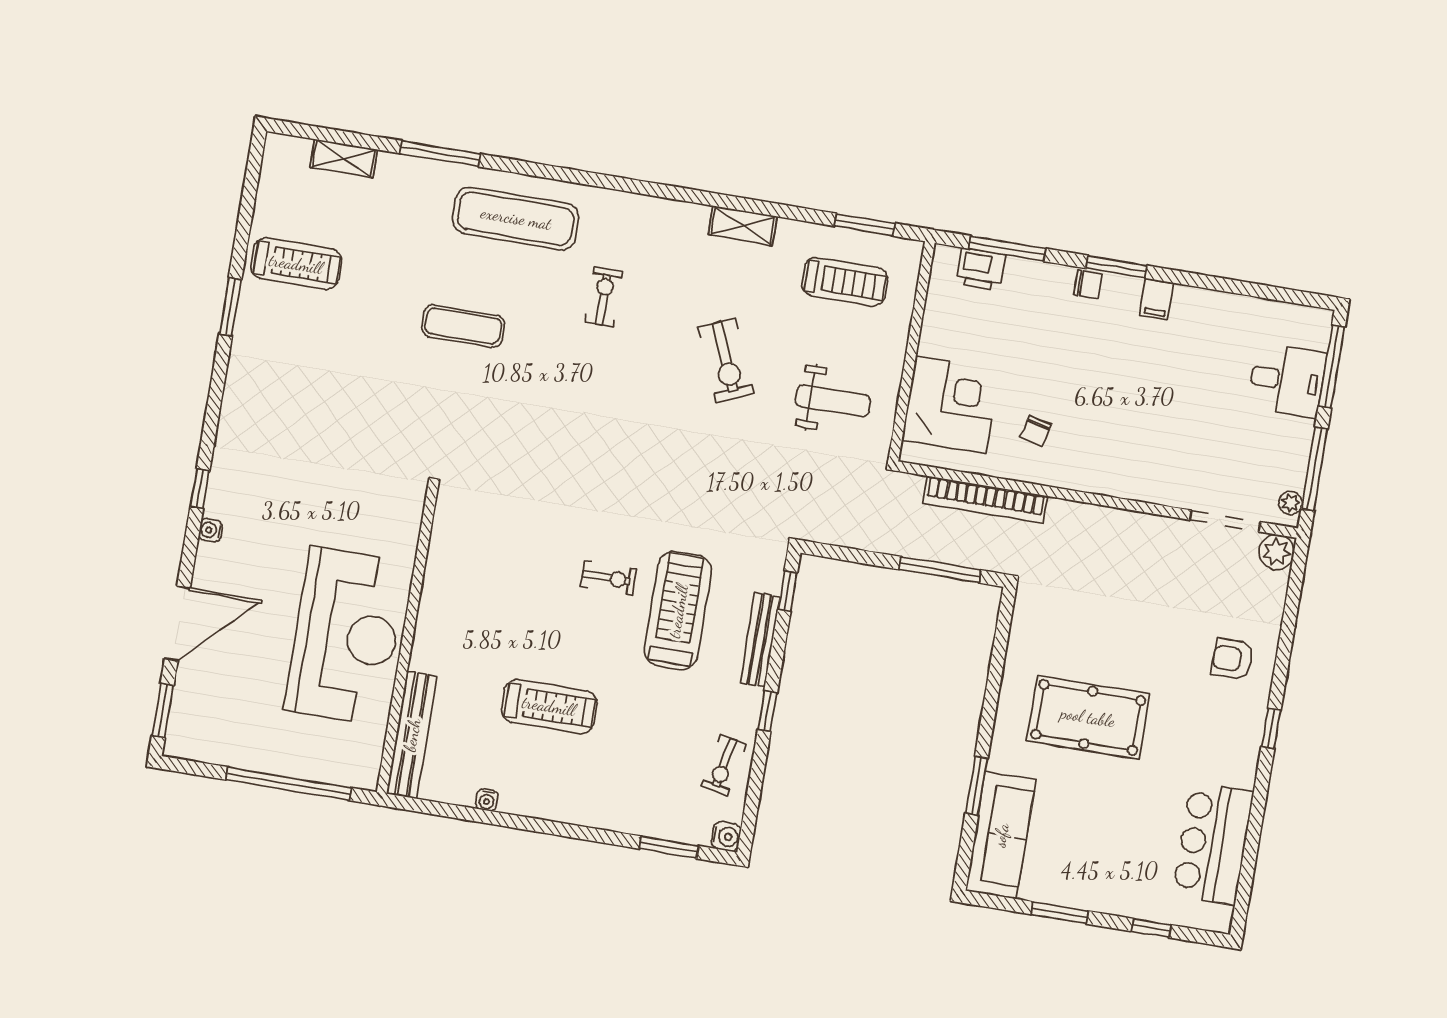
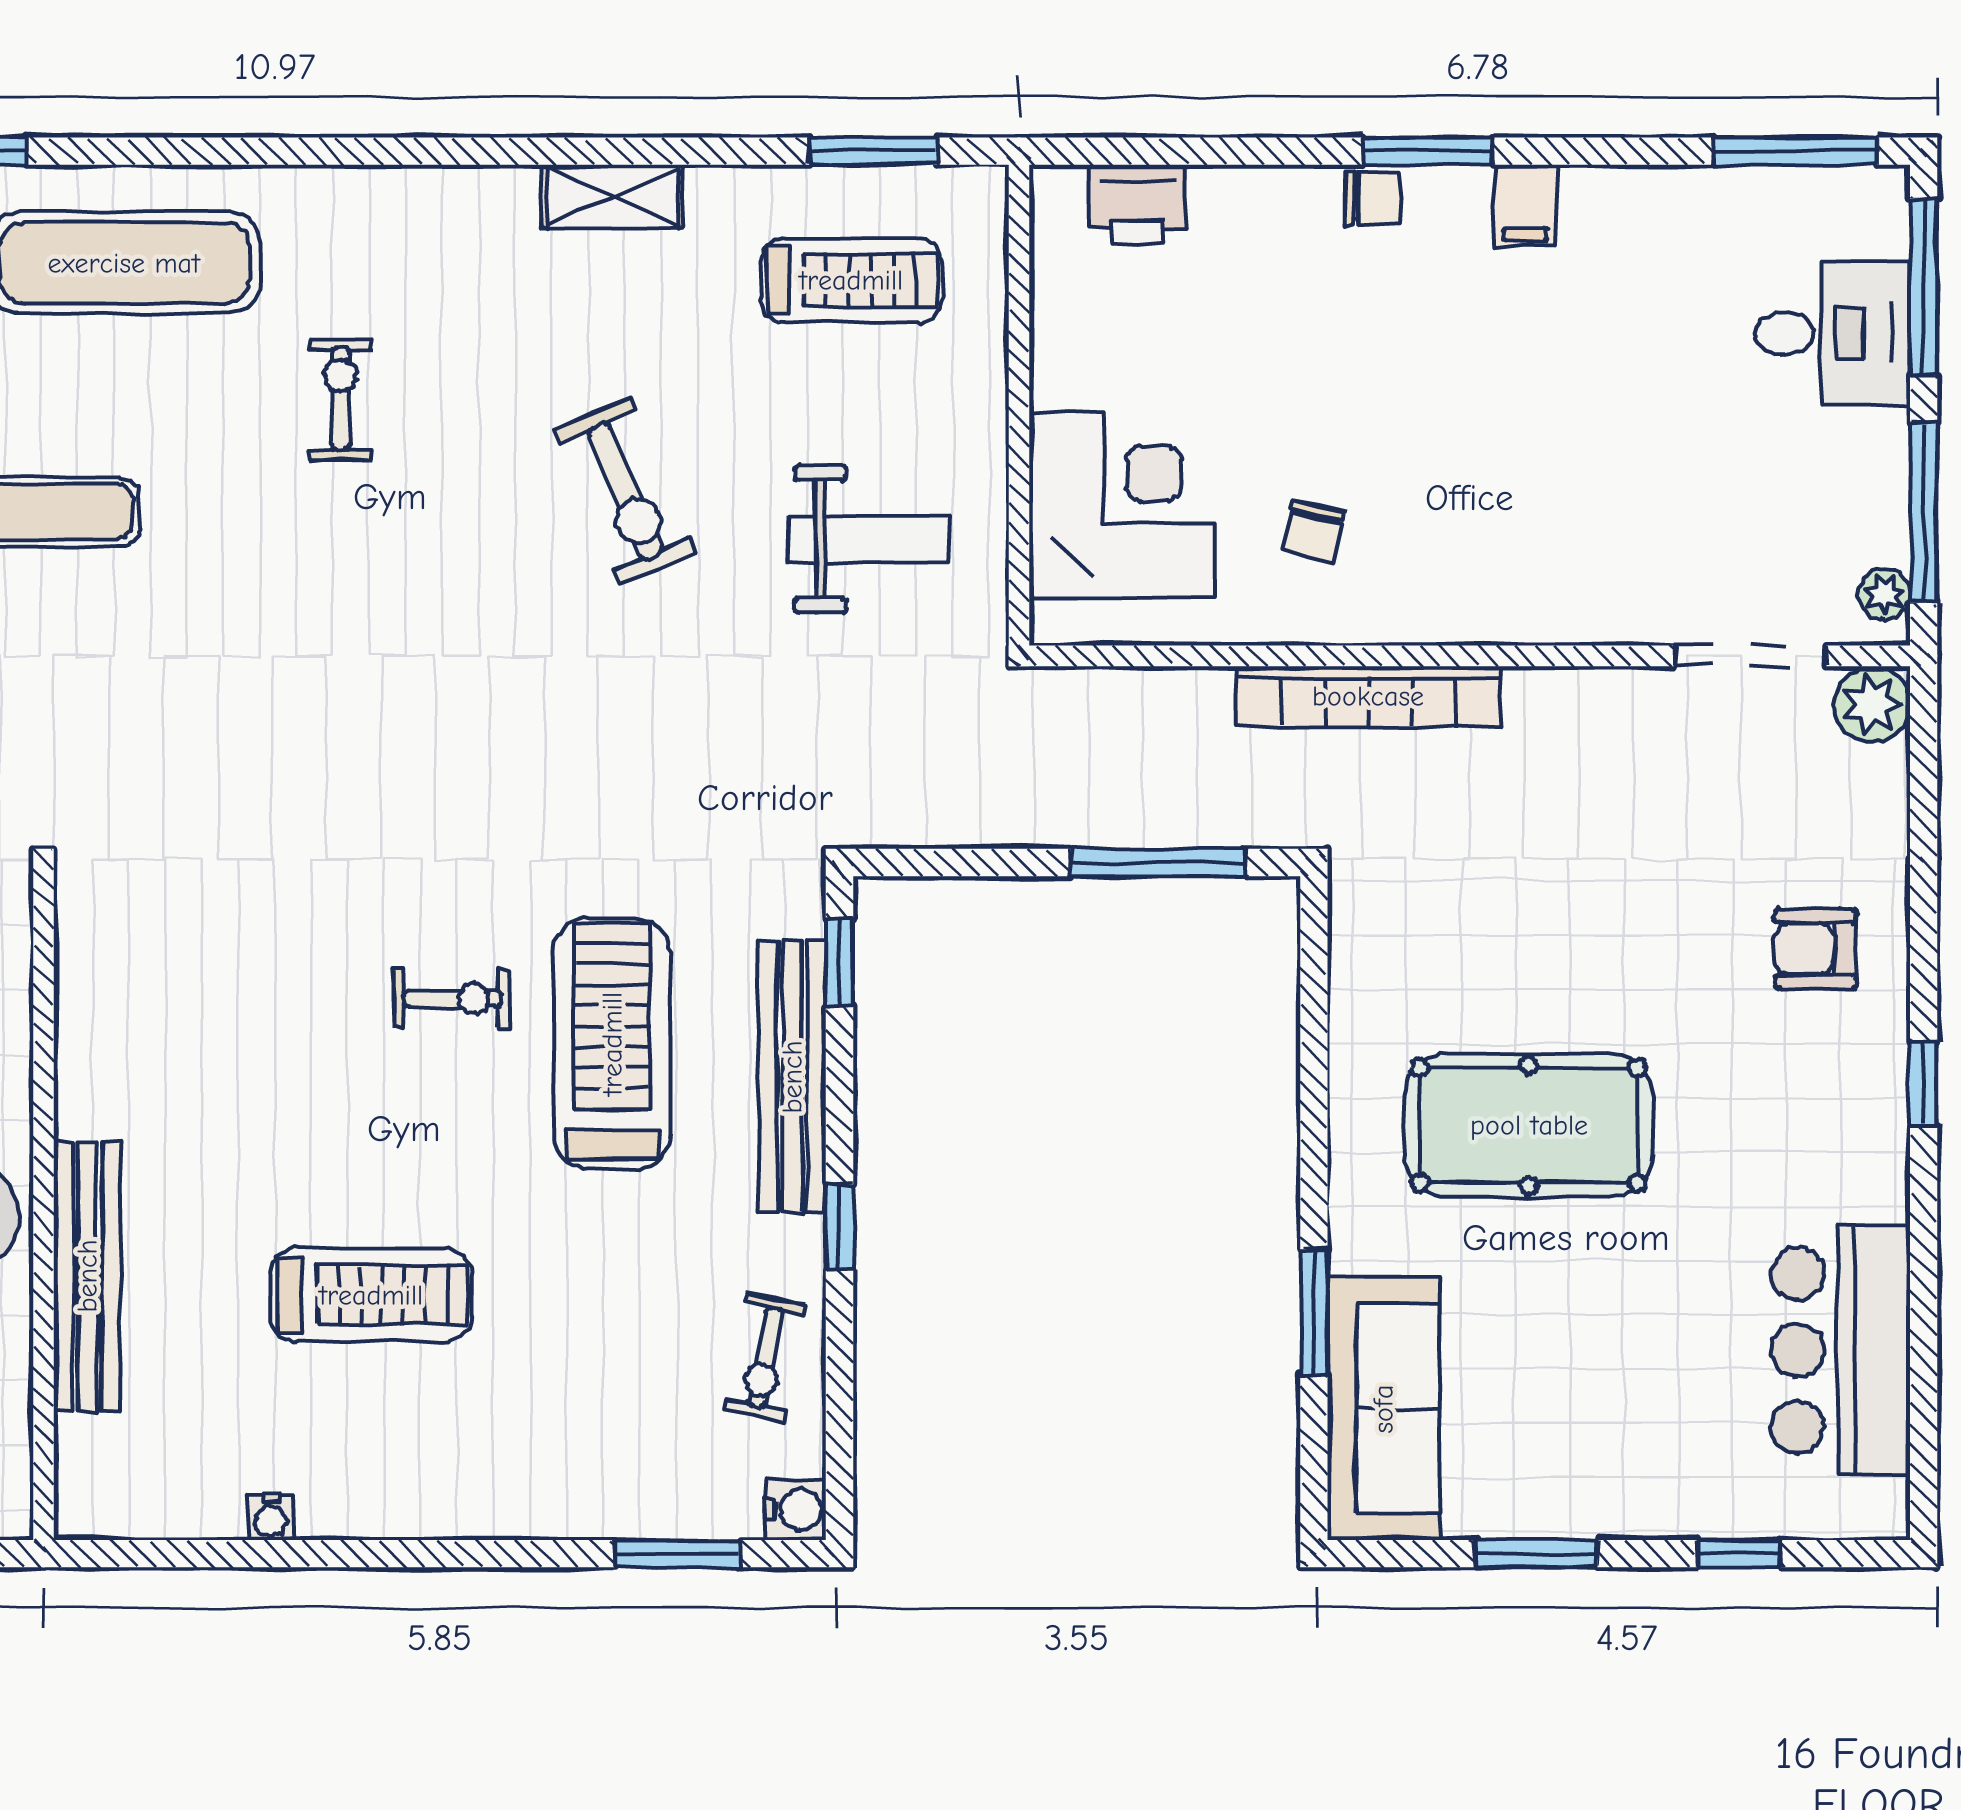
window: (1007, 249) -> (1796, 151), moved
bookcase: (985, 500) -> (1368, 696), moved
bench: (760, 640) -> (792, 1077), width x1.37, depth x1.21
bench: (412, 735) -> (87, 1276), moved

